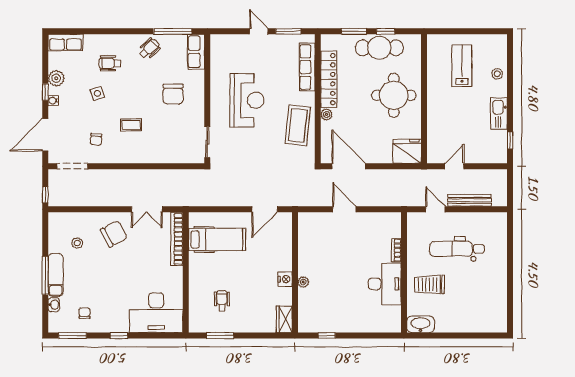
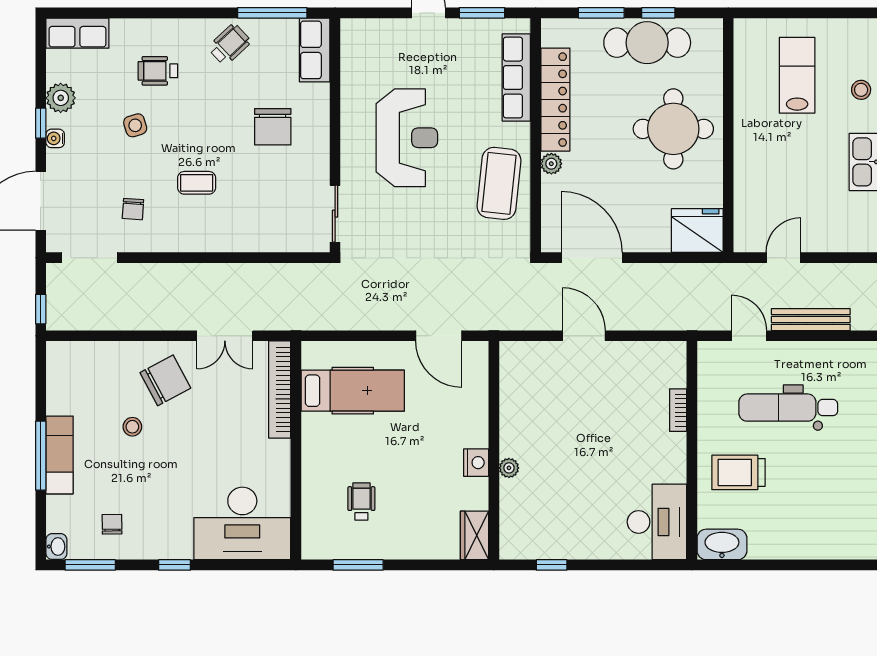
door: (265, 209) -> (439, 336), hinge flipped
stool: (77, 243) -> (132, 427), moved
desk: (385, 284) -> (657, 522), moved
washbasin: (54, 305) -> (56, 547), moved

